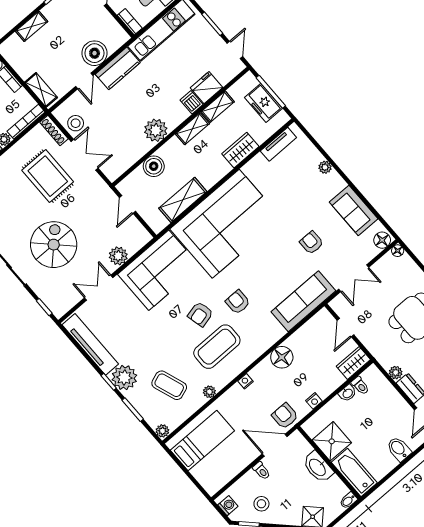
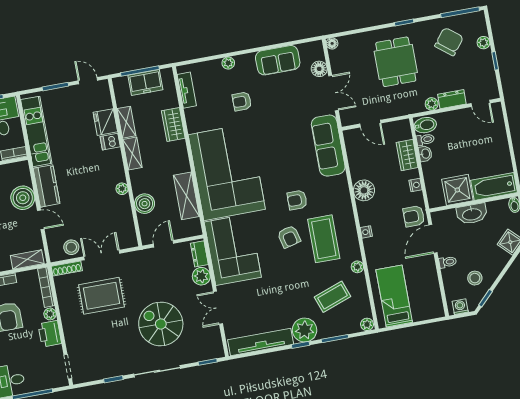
plant: (156, 130) -> (122, 189), width x0.53, depth x0.53
door: (128, 205) -> (163, 244), swing flipped
floor lamp: (382, 240) -> (319, 69), moved
dresser: (137, 242) -> (199, 254), added
armchair: (312, 243) -> (242, 101), moved
wardrobe: (353, 363) -> (407, 155), moved
bidet: (399, 449) -> (425, 125), moved, turned 180

